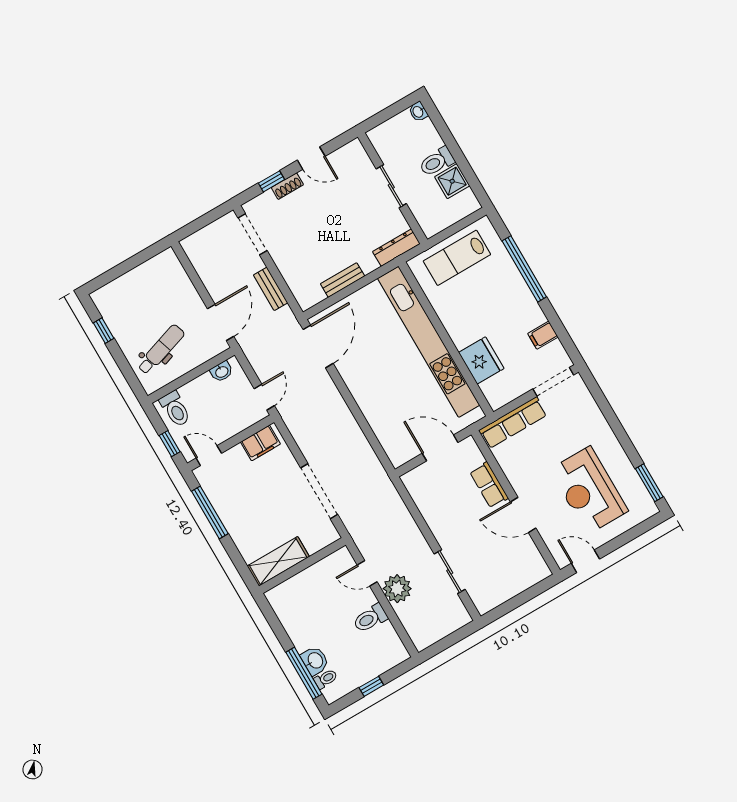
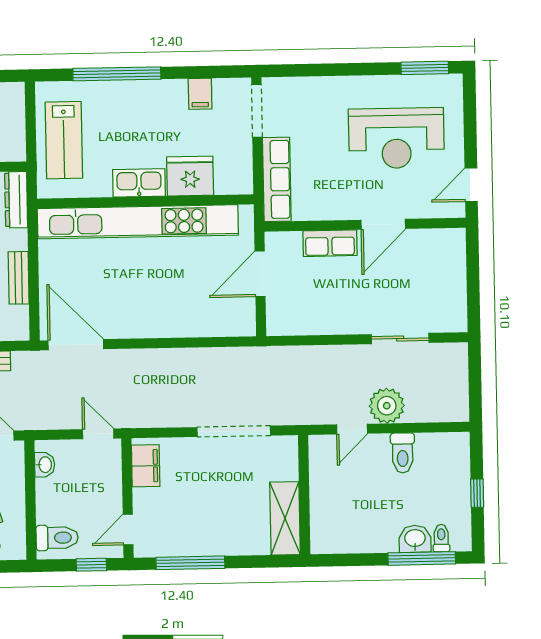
kitchen sink: (456, 327) -> (139, 183), added

